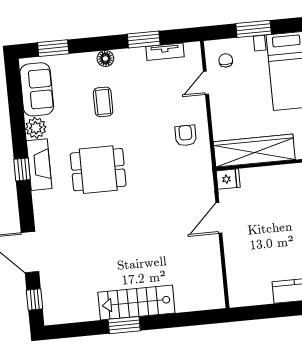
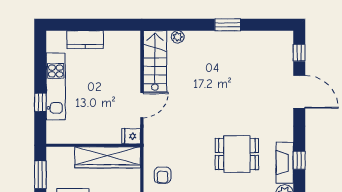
stairs: (136, 303) -> (155, 61), moved, turned -90
plant: (183, 305) -> (178, 37), added

